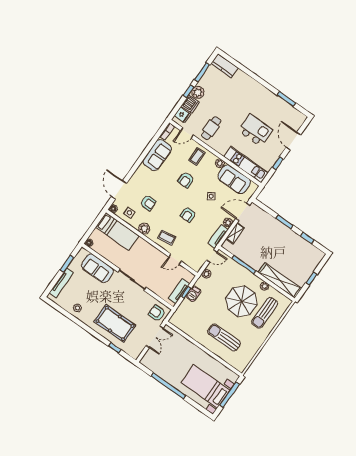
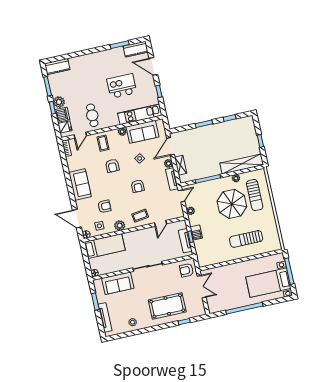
kitchen counter: (294, 115) -> (136, 49), added
sofa: (157, 155) -> (80, 184), moved

